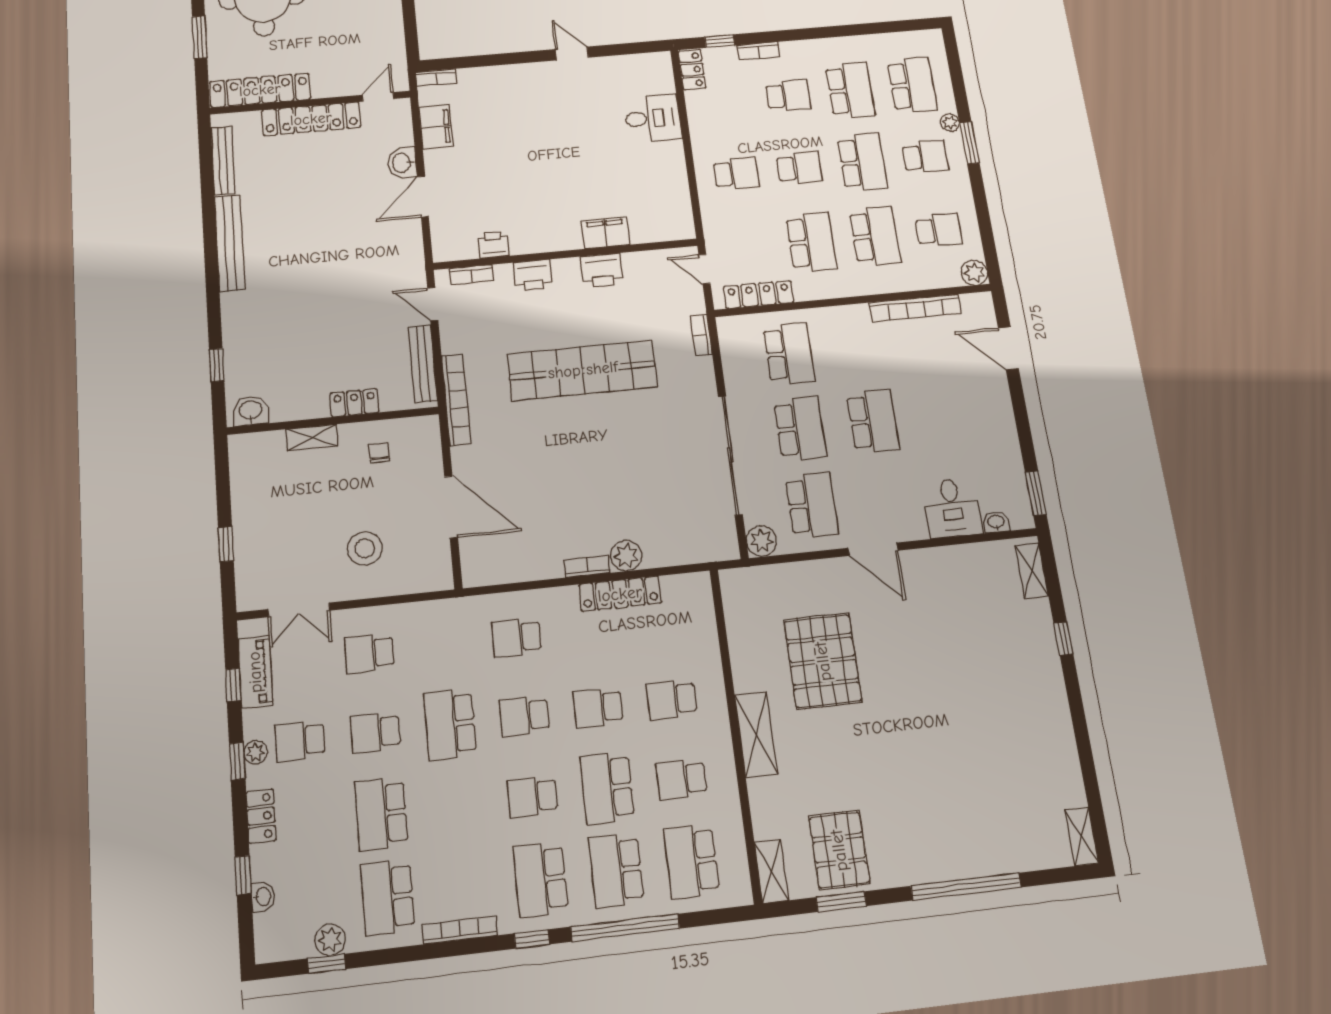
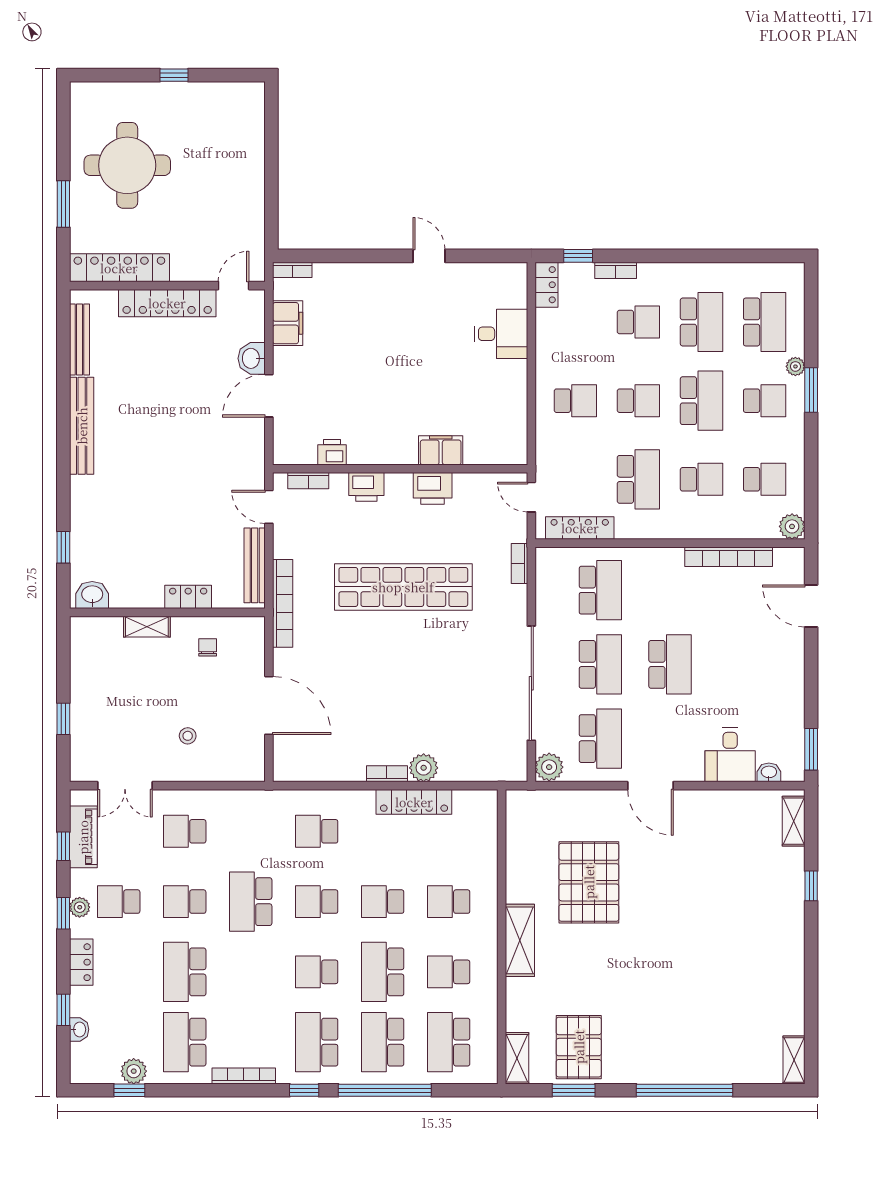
school desk: (875, 236) -> (701, 479), width x0.54
stool: (365, 548) -> (188, 736), width x0.53, depth x0.53

